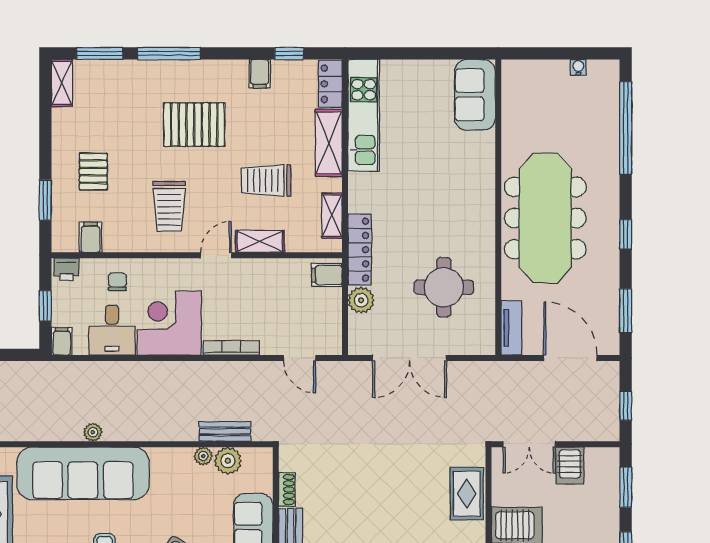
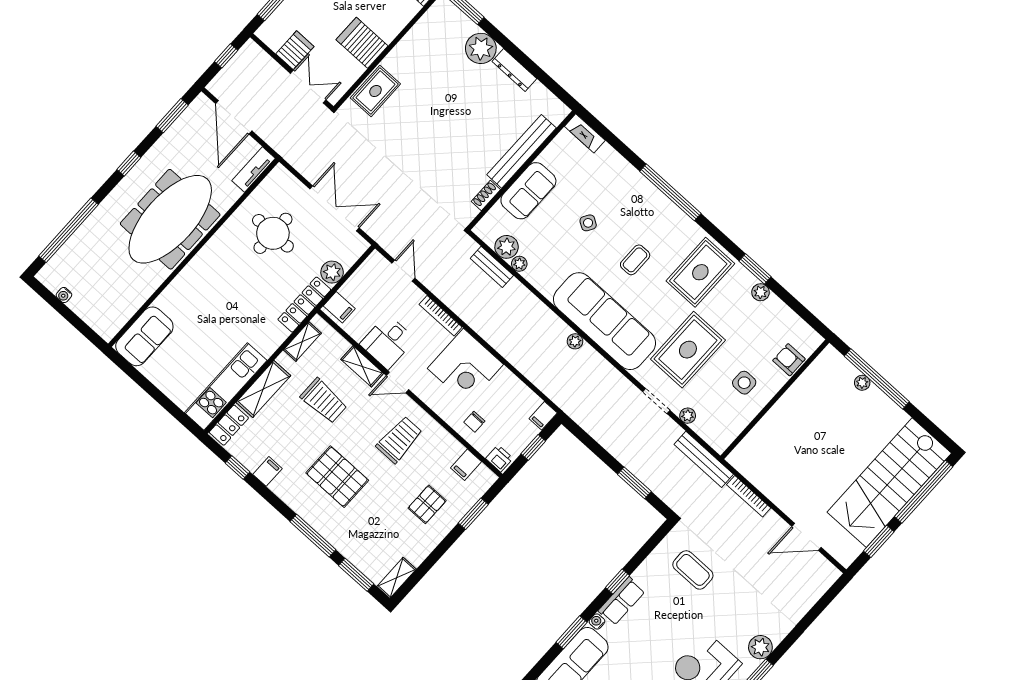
desk: (112, 330) -> (388, 342), moved, turned 180

